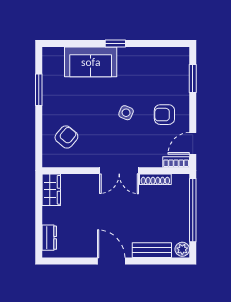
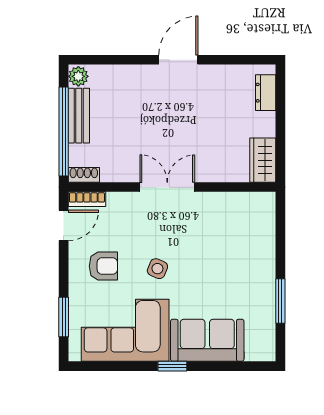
corner sofa: (149, 69) -> (125, 330), added
armchair: (66, 137) -> (241, 234), removed
shoe rack: (155, 179) -> (84, 175), moved, width x0.70
bench: (152, 250) -> (79, 116), moved, turned 90
door: (111, 261) -> (178, 60), swing flipped

